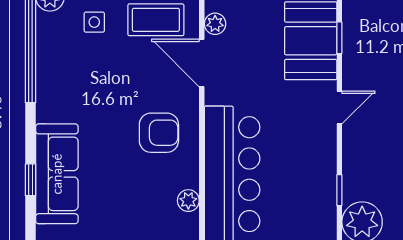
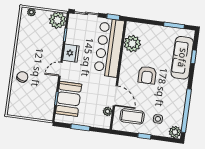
armchair: (159, 133) -> (147, 75), moved, turned -90
fridge: (320, 149) -> (71, 53), added
plant: (188, 201) -> (132, 44), width x1.87, depth x1.87

